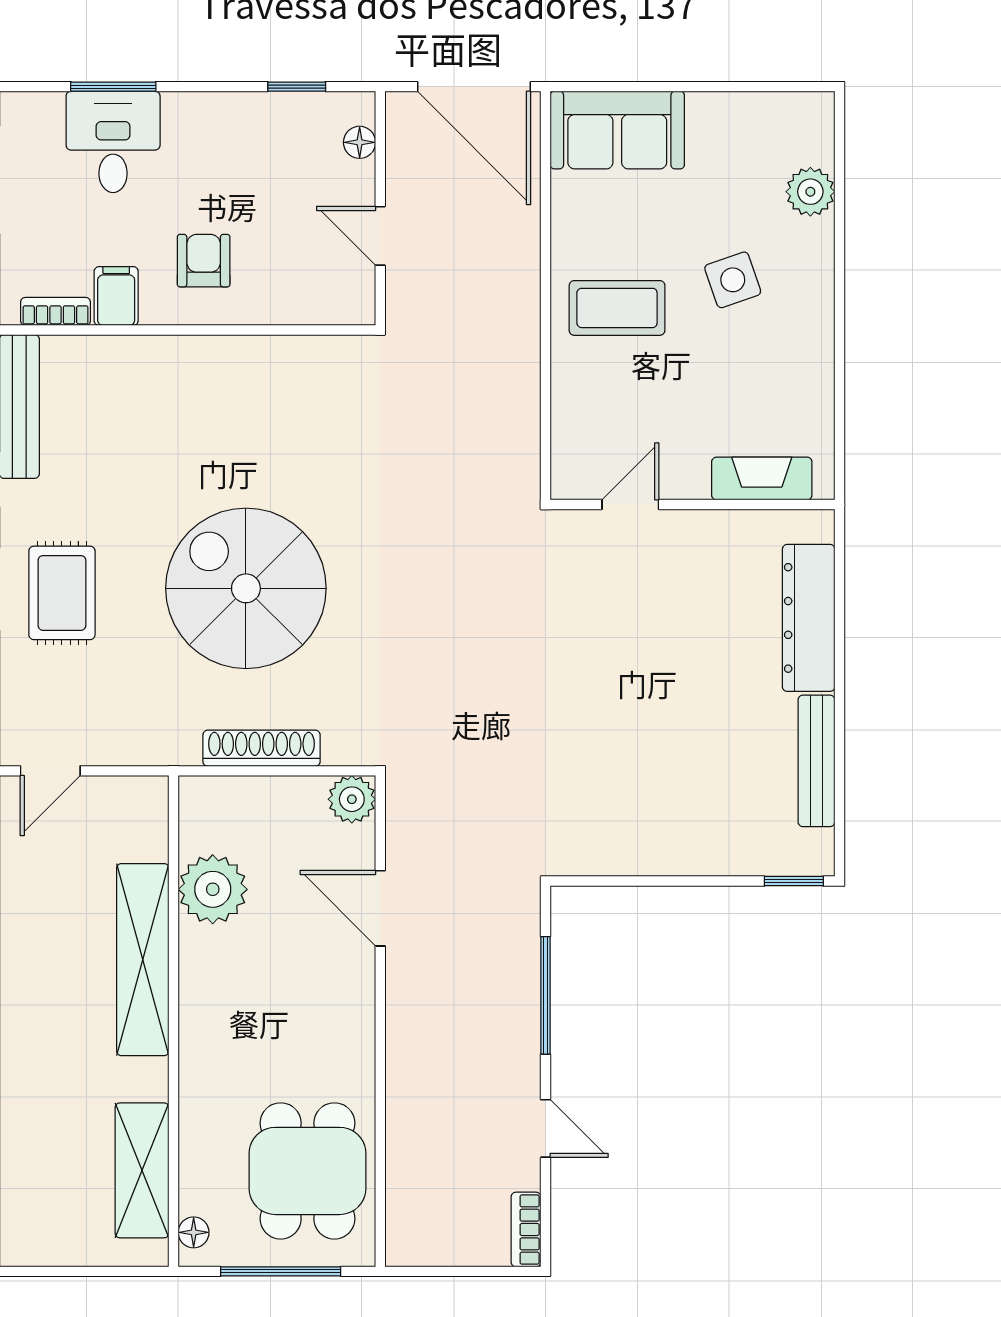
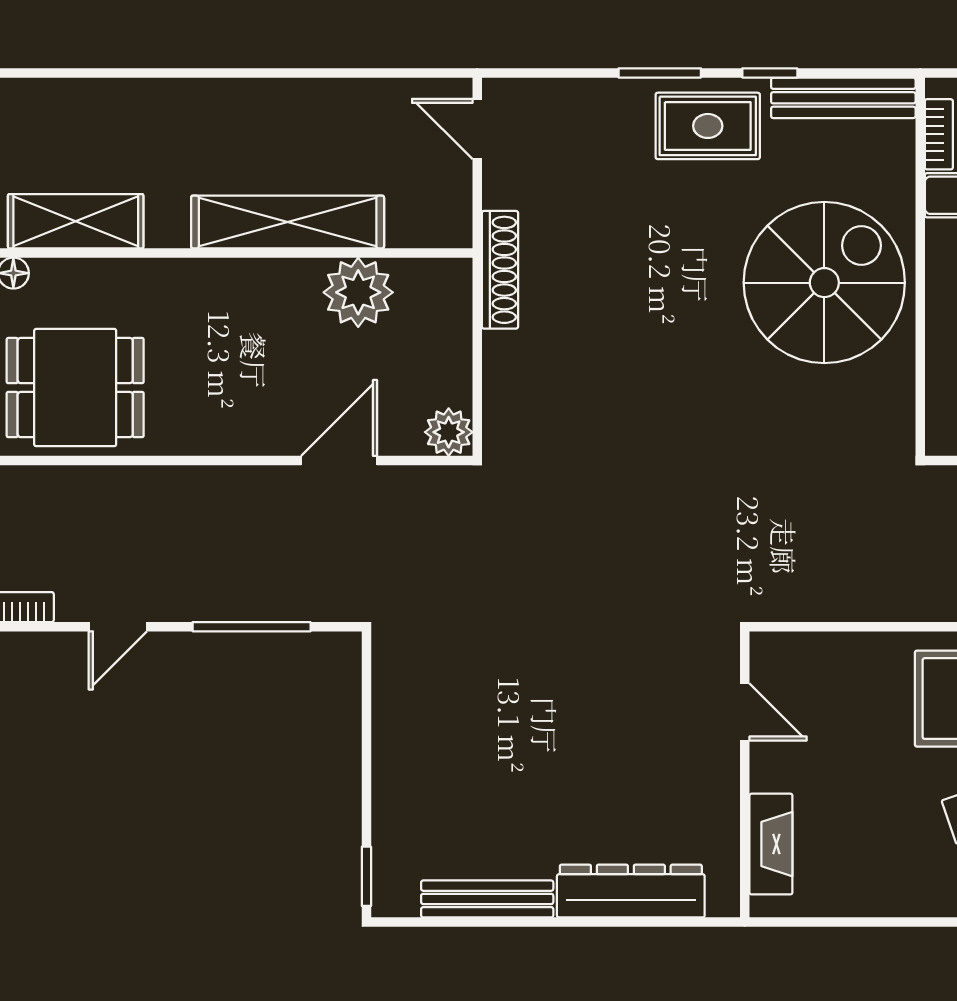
spiral stairs: (246, 588) -> (824, 283), moved
rug: (62, 593) -> (708, 126), moved
shoe rack: (262, 748) -> (500, 270), moved

